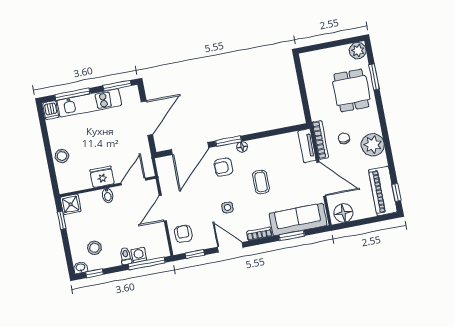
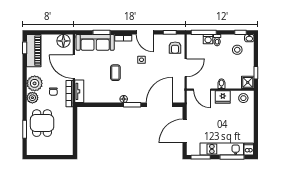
plant: (358, 51) -> (32, 98), moved
stool: (62, 156) -> (243, 98), moved
armchair: (223, 167) -> (139, 88), removed
door: (133, 182) -> (202, 90), hinge flipped

